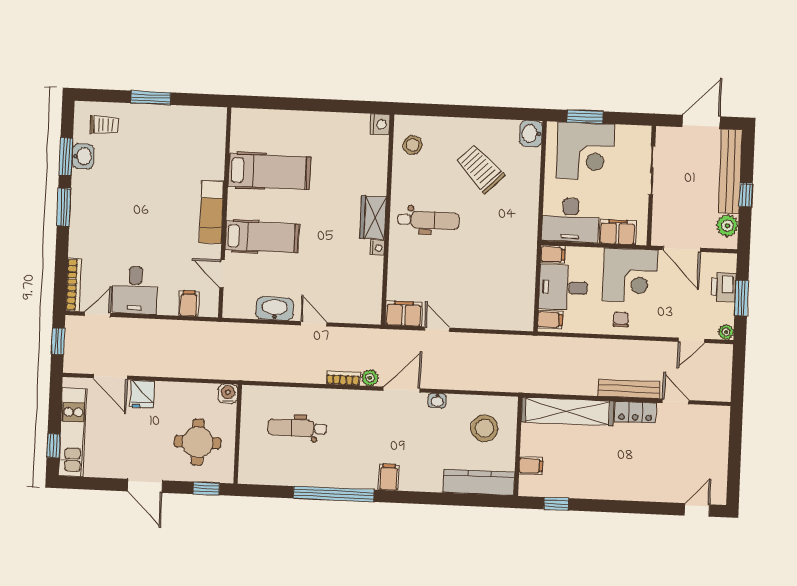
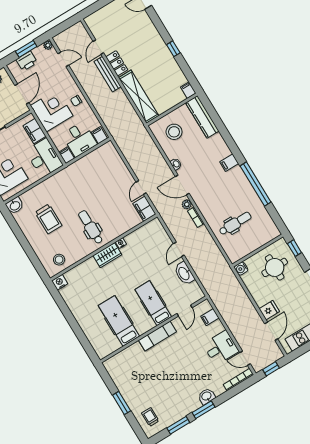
washbasin: (83, 156) -> (207, 396), moved
trolley: (480, 169) -> (48, 219), turned -45
dental chair: (297, 428) -> (235, 223), turned -90
filing cabinet: (531, 466) -> (188, 90), moved
window: (556, 504) -> (173, 49), moved

